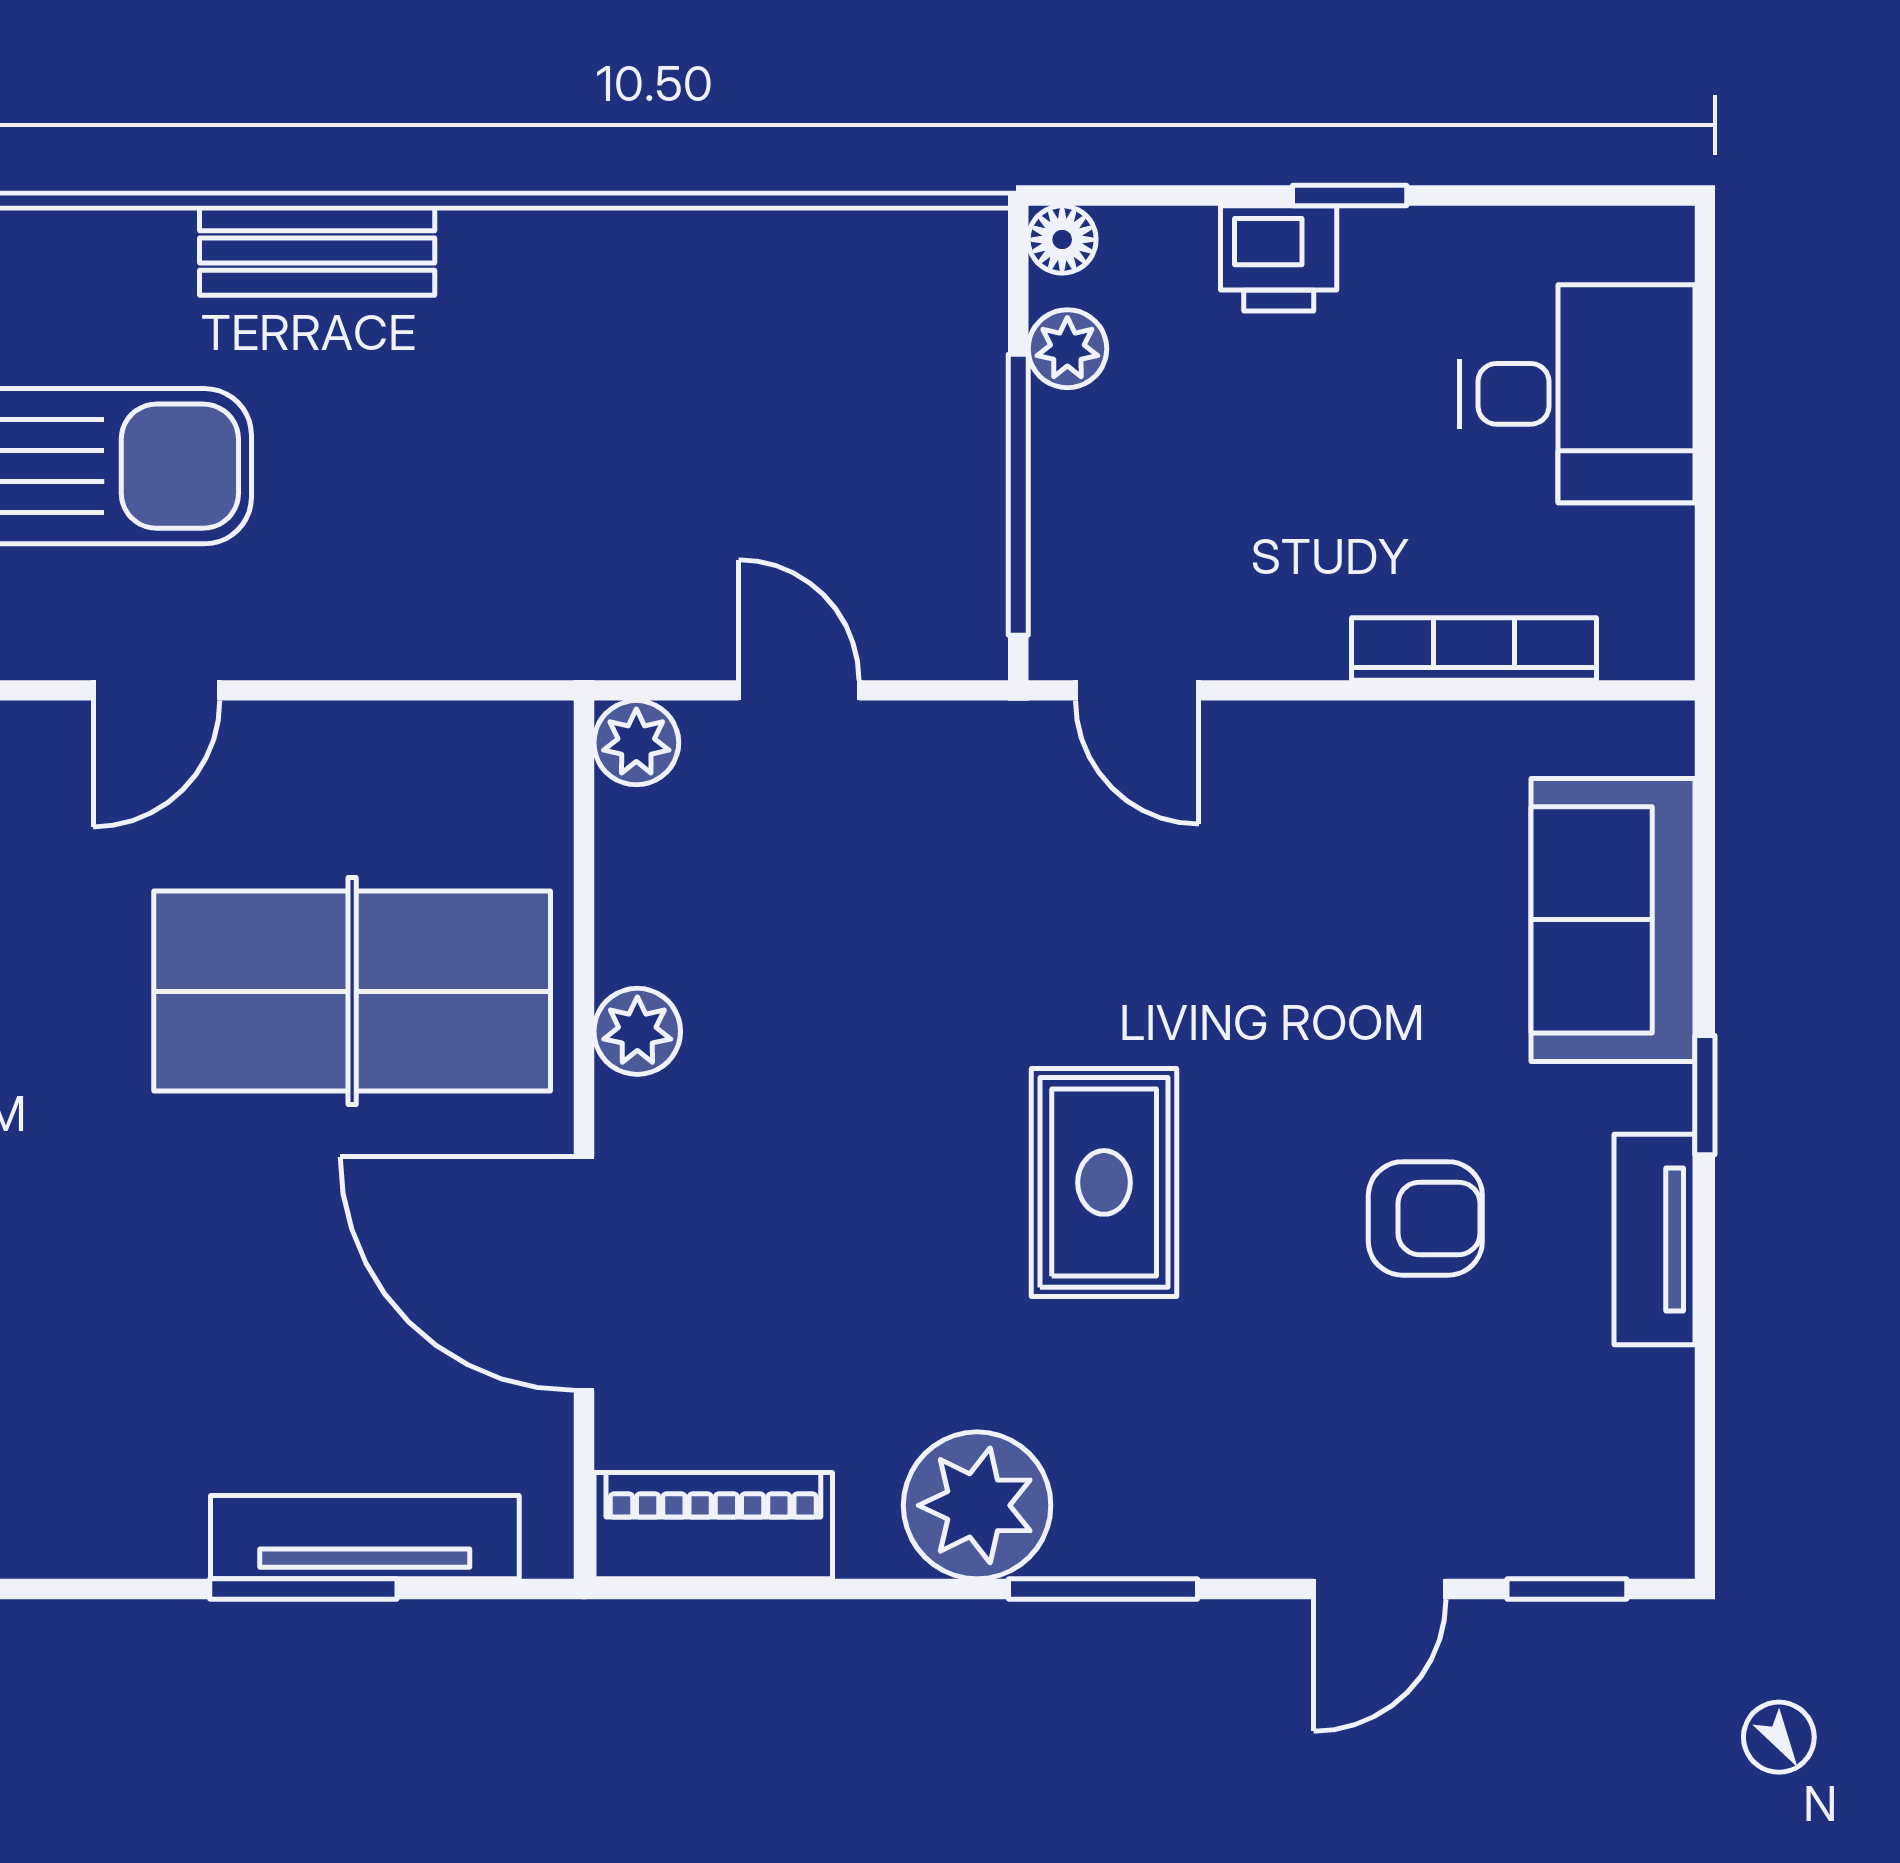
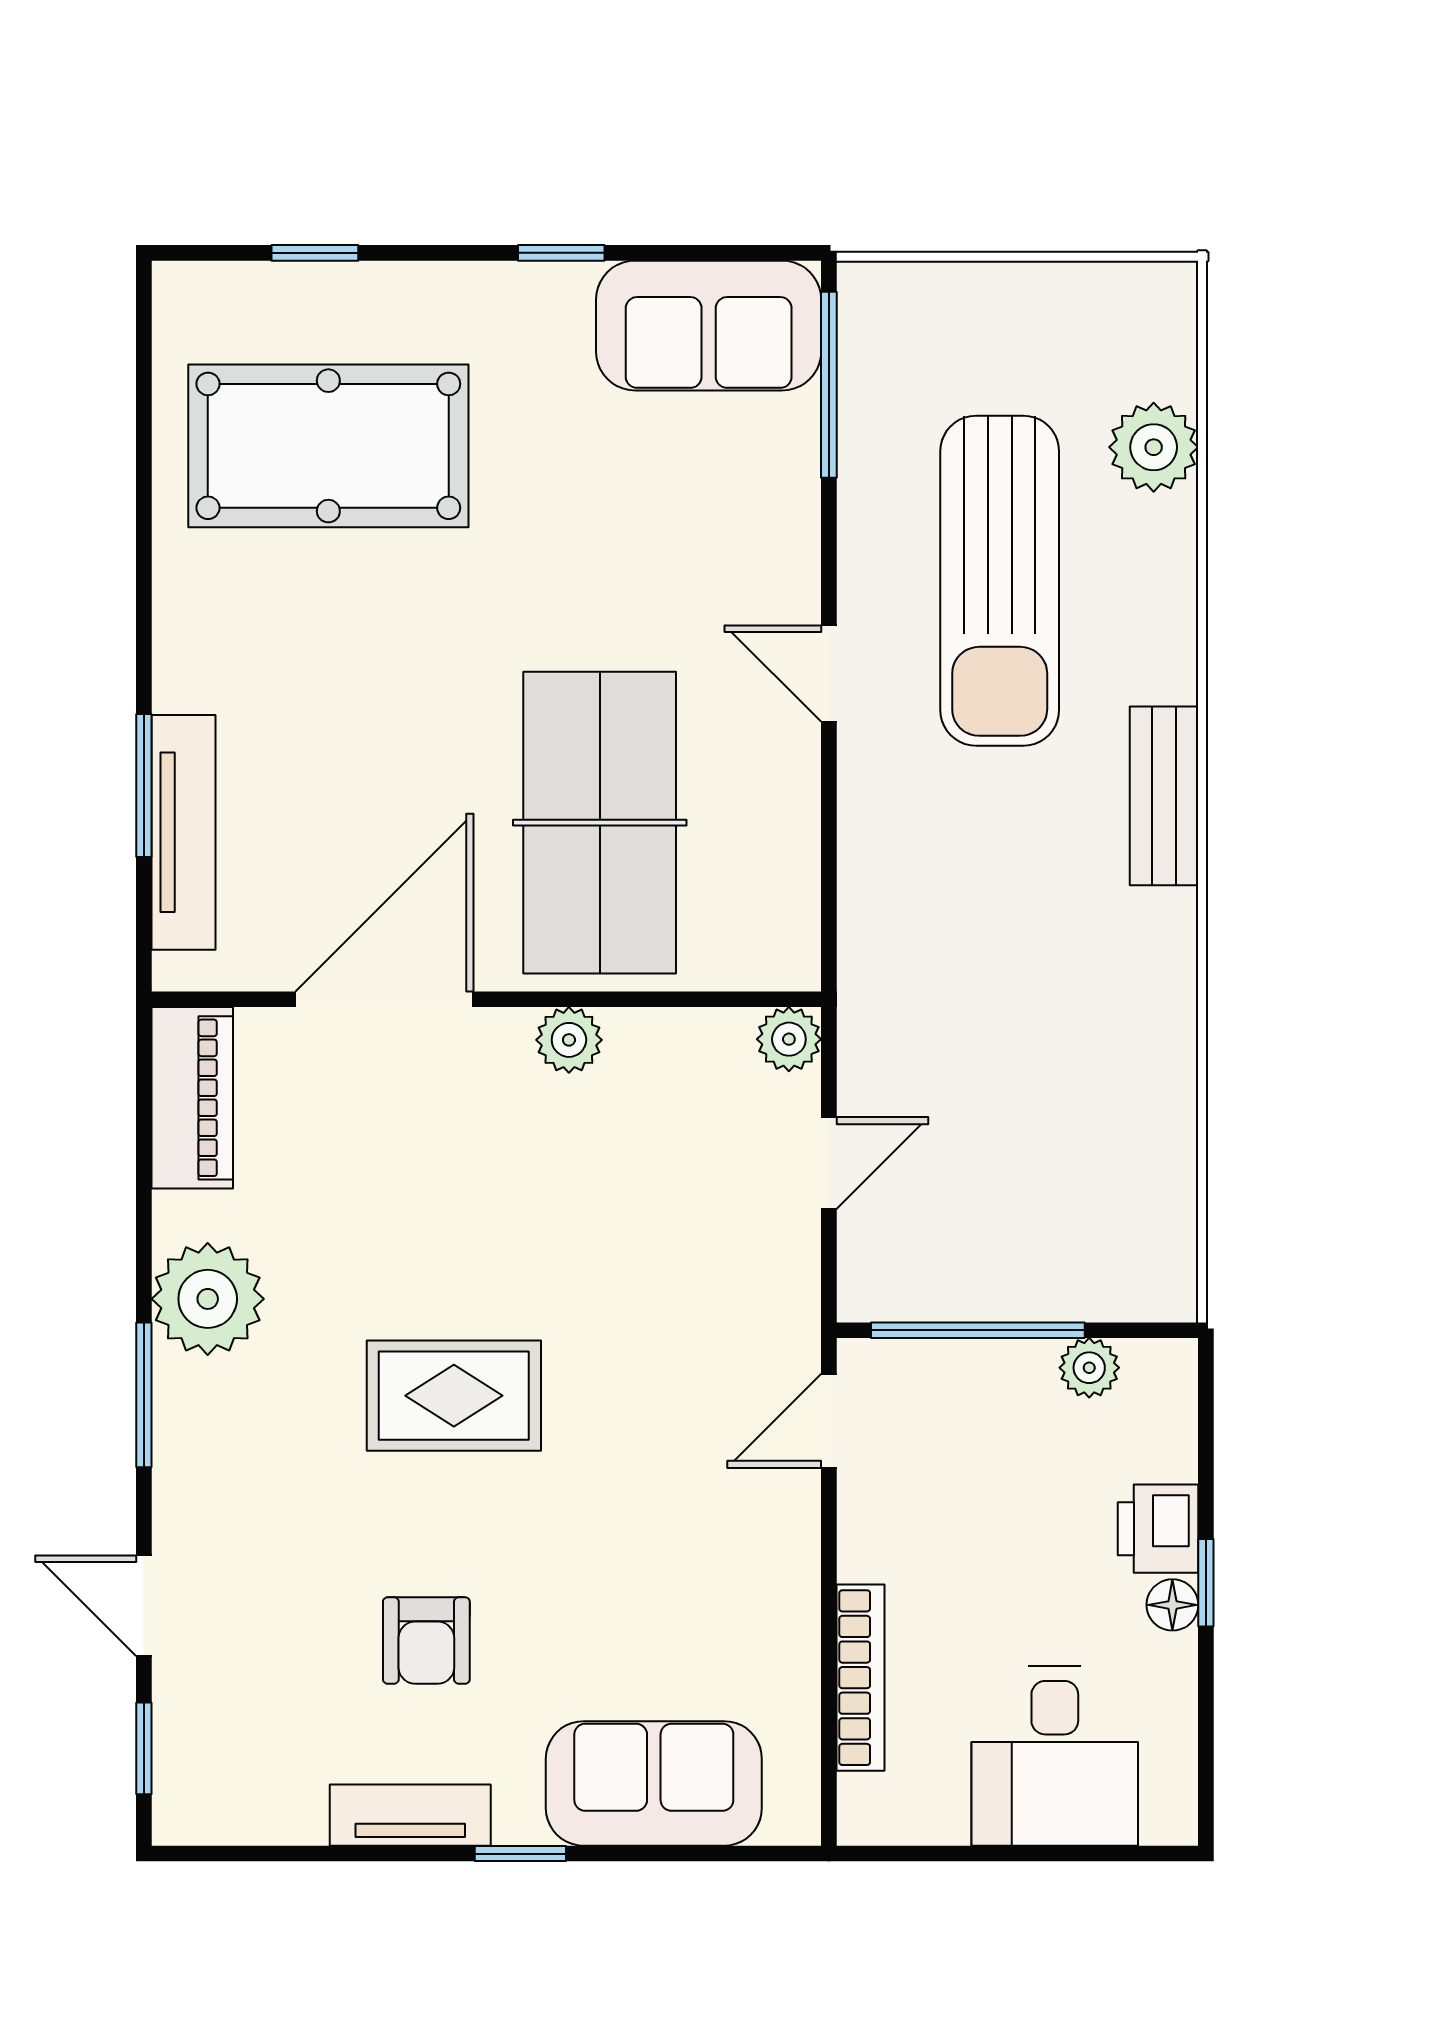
floor lamp: (1062, 240) -> (1172, 1605), moved

